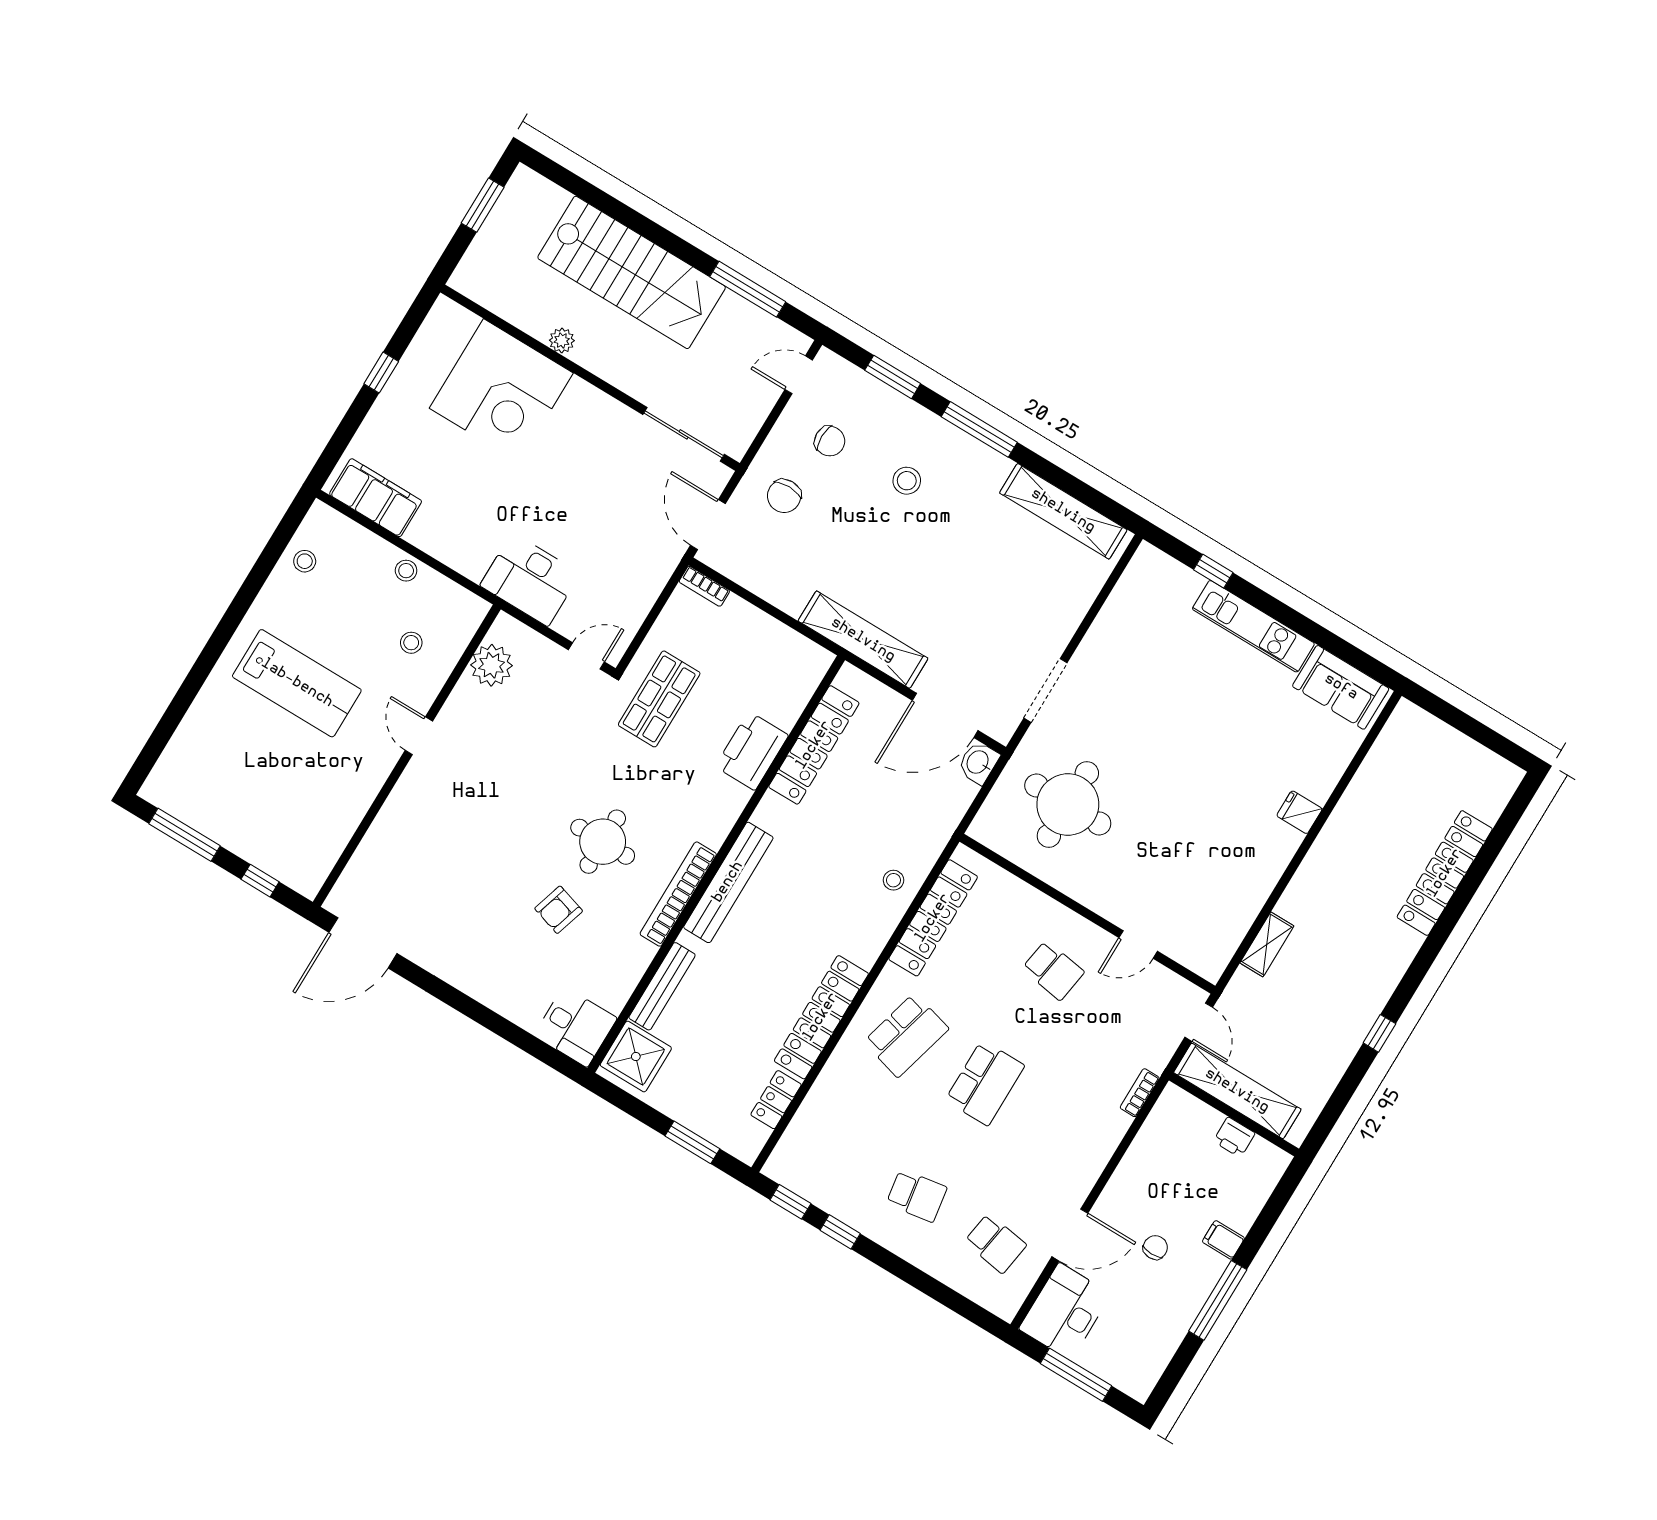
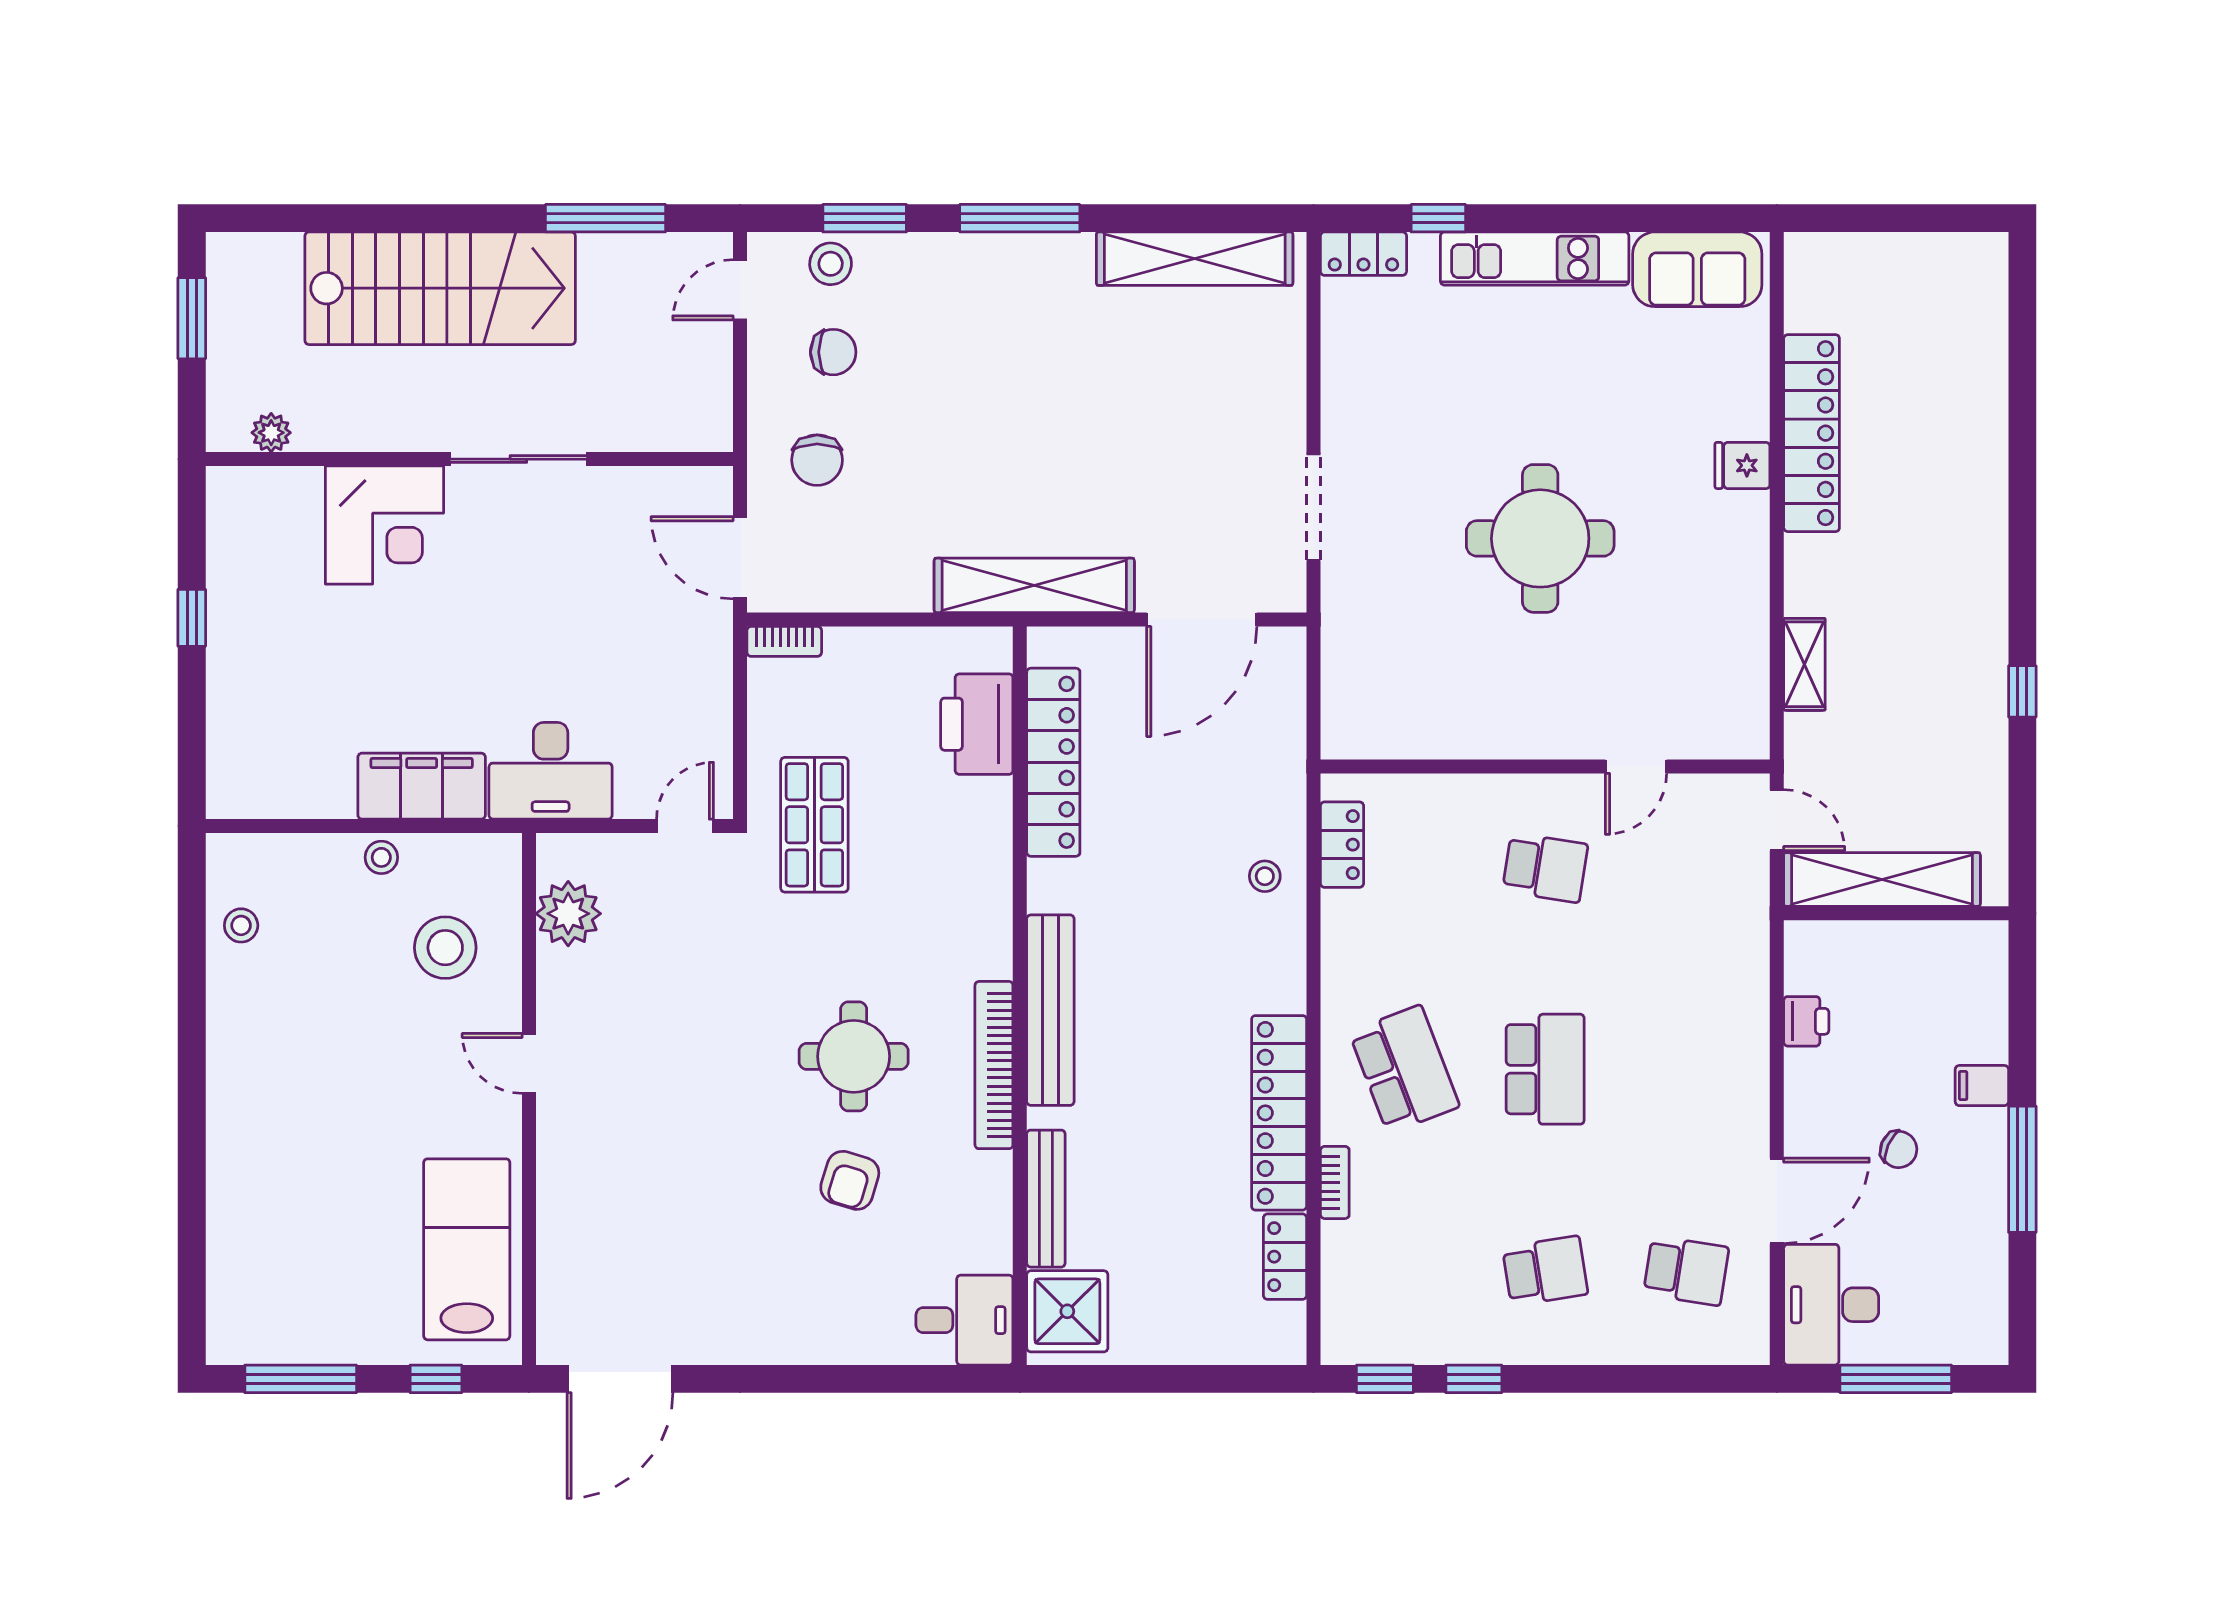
plant: (562, 340) -> (271, 433), moved
corner desk: (501, 391) -> (384, 525), width x0.74, depth x0.74
sliding door: (684, 434) -> (518, 459), moved
stool: (907, 481) -> (831, 264), moved
filing cabinet: (376, 498) -> (422, 786), moved
locker: (1159, 566) -> (1363, 254), added
stool: (411, 643) -> (445, 948), width x1.89, depth x1.89
lab bench: (297, 683) -> (467, 1249), moved, turned -90
printer: (752, 751) -> (977, 724), moved
washbasin: (978, 762) -> (1283, 655), removed
round table: (1068, 805) -> (1540, 538), moved
locker: (1445, 873) -> (1812, 433), moved, turned 180
locker: (933, 918) -> (1342, 845), width x0.46, depth x0.83
school desk: (906, 1035) -> (1404, 1069), turned -36
bookcase: (1140, 1093) -> (1335, 1182), moved, turned 180
printer: (1234, 1137) -> (1806, 1021), moved, turned -90
window: (692, 1142) -> (1209, 1379), removed
chair: (1155, 1247) -> (1899, 1149), turned 114

